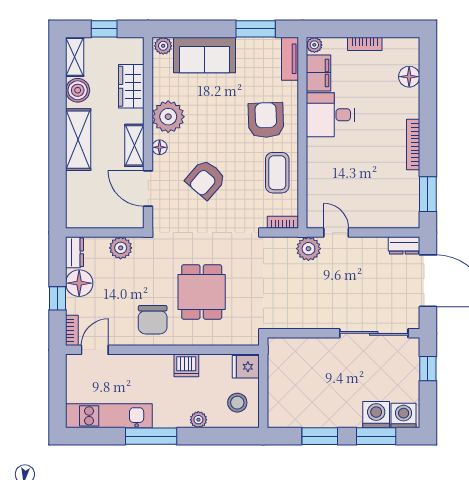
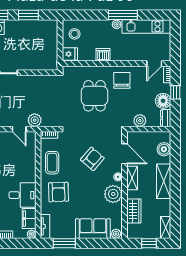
boiler: (78, 90) -> (164, 149), moved
plant: (198, 420) -> (117, 24), moved

